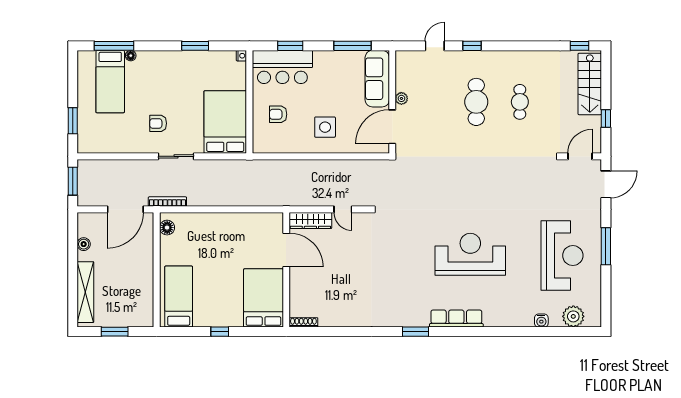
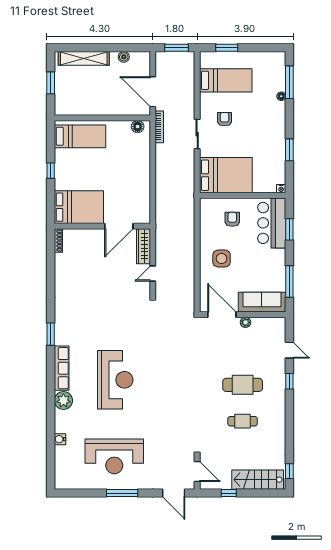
bed: (110, 82) -> (226, 80), moved, turned 180
plant: (573, 316) -> (63, 401), moved

